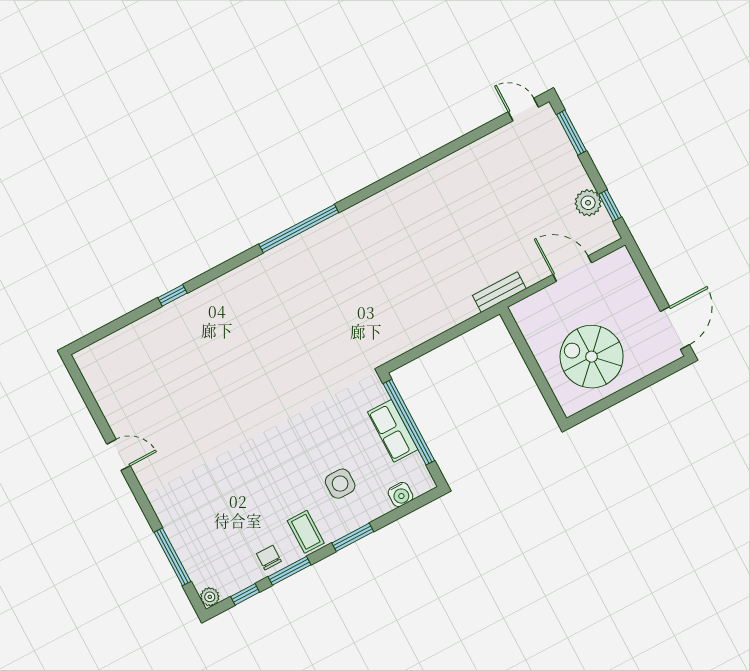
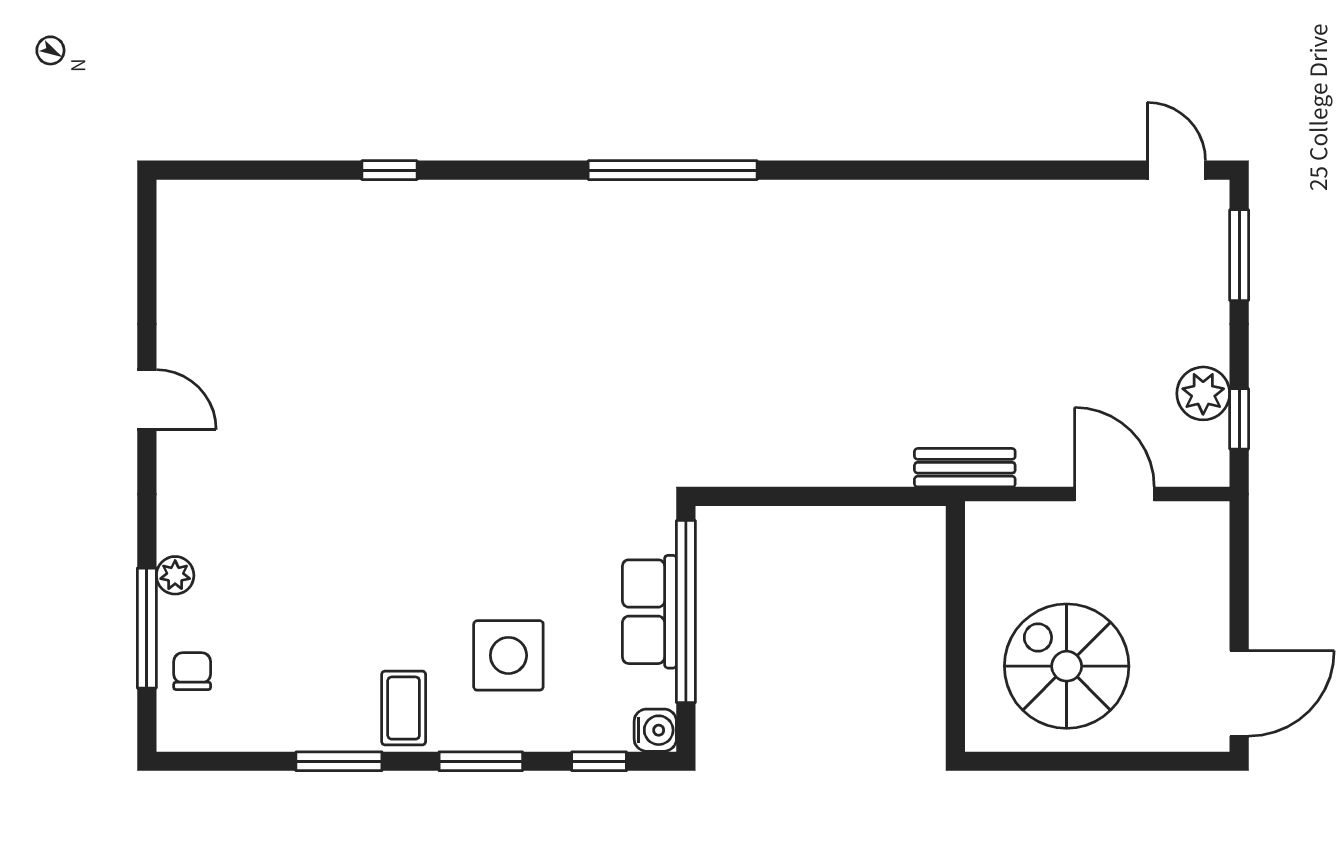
side table: (340, 484) -> (508, 655), width x1.37, depth x1.37
water cooler: (401, 495) -> (655, 730), moved, turned -90
chair: (269, 558) -> (192, 671), moved
window: (245, 594) -> (599, 761), moved
plant: (210, 597) -> (175, 575), moved

